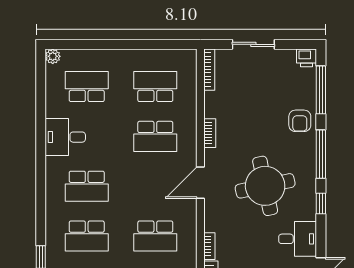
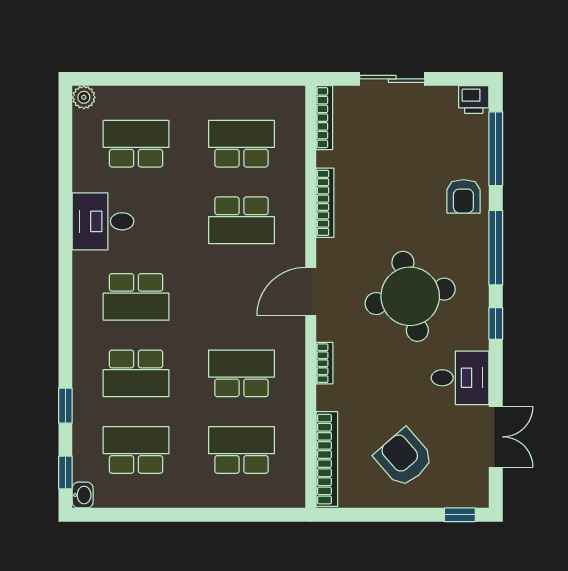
bookcase: (210, 133) -> (325, 203), width x1.56
school desk: (155, 236) -> (241, 373), turned 180
bookcase: (209, 246) -> (325, 363), moved

